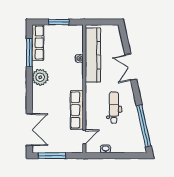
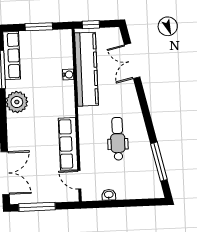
window: (98, 22) -> (91, 25), added
double door: (131, 67) -> (132, 61), moved
window: (144, 126) -> (159, 162), width x0.68
door: (84, 137) -> (79, 180), swing flipped

